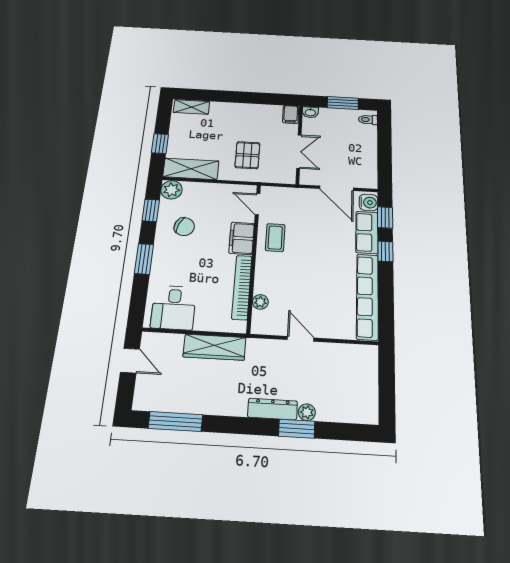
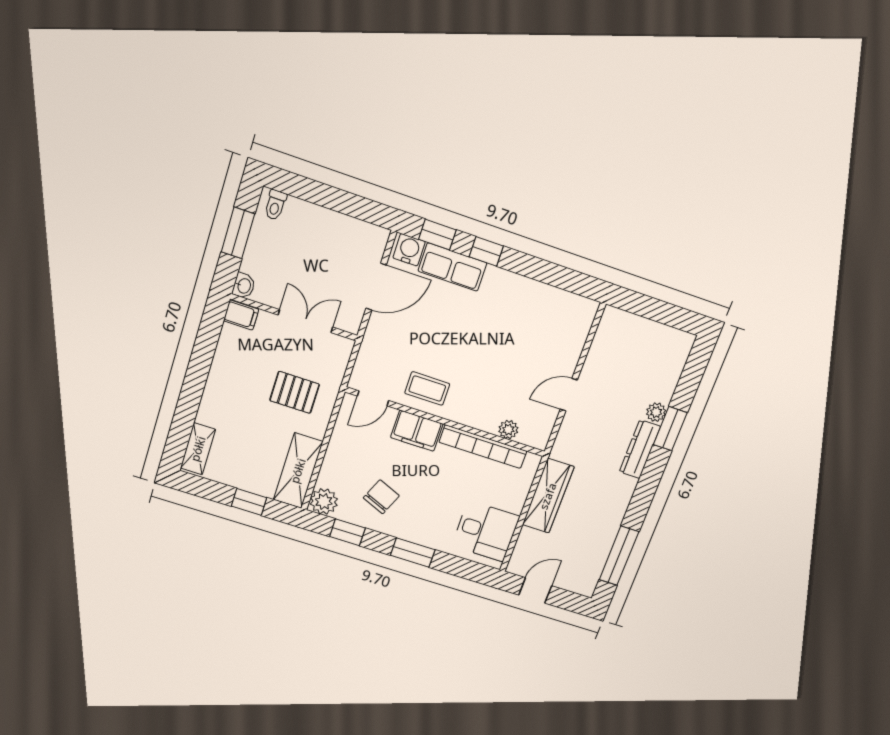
row of seats: (367, 296) -> (540, 296), removed

